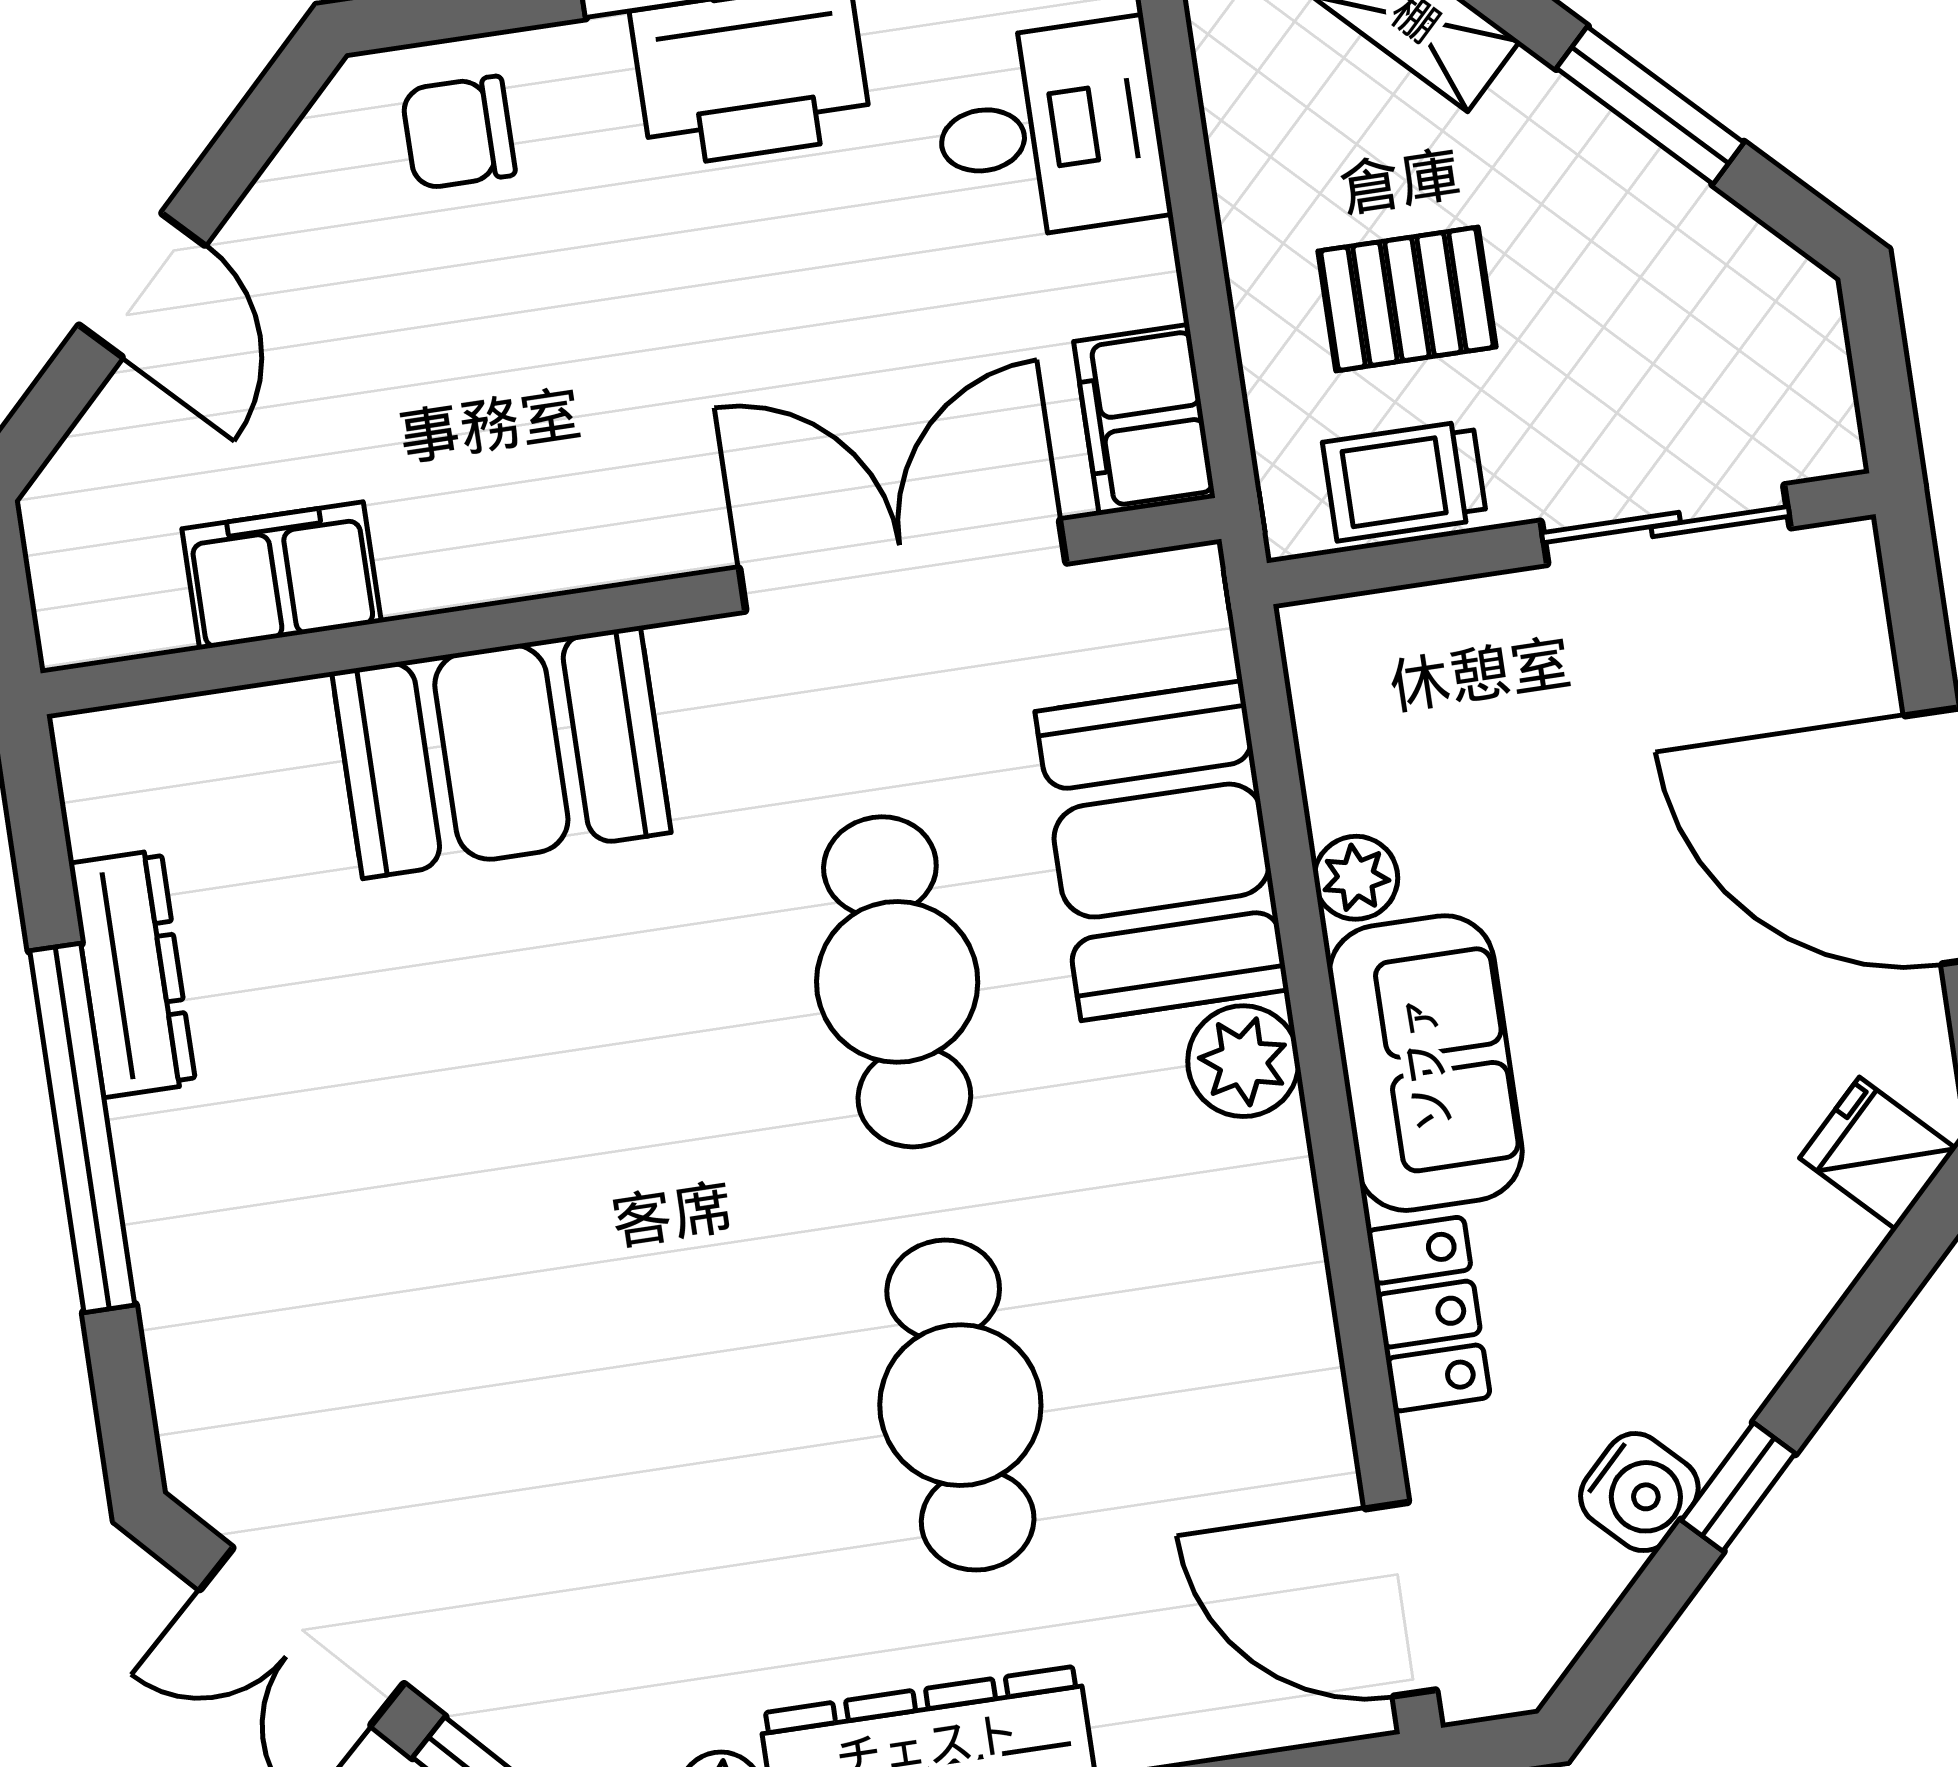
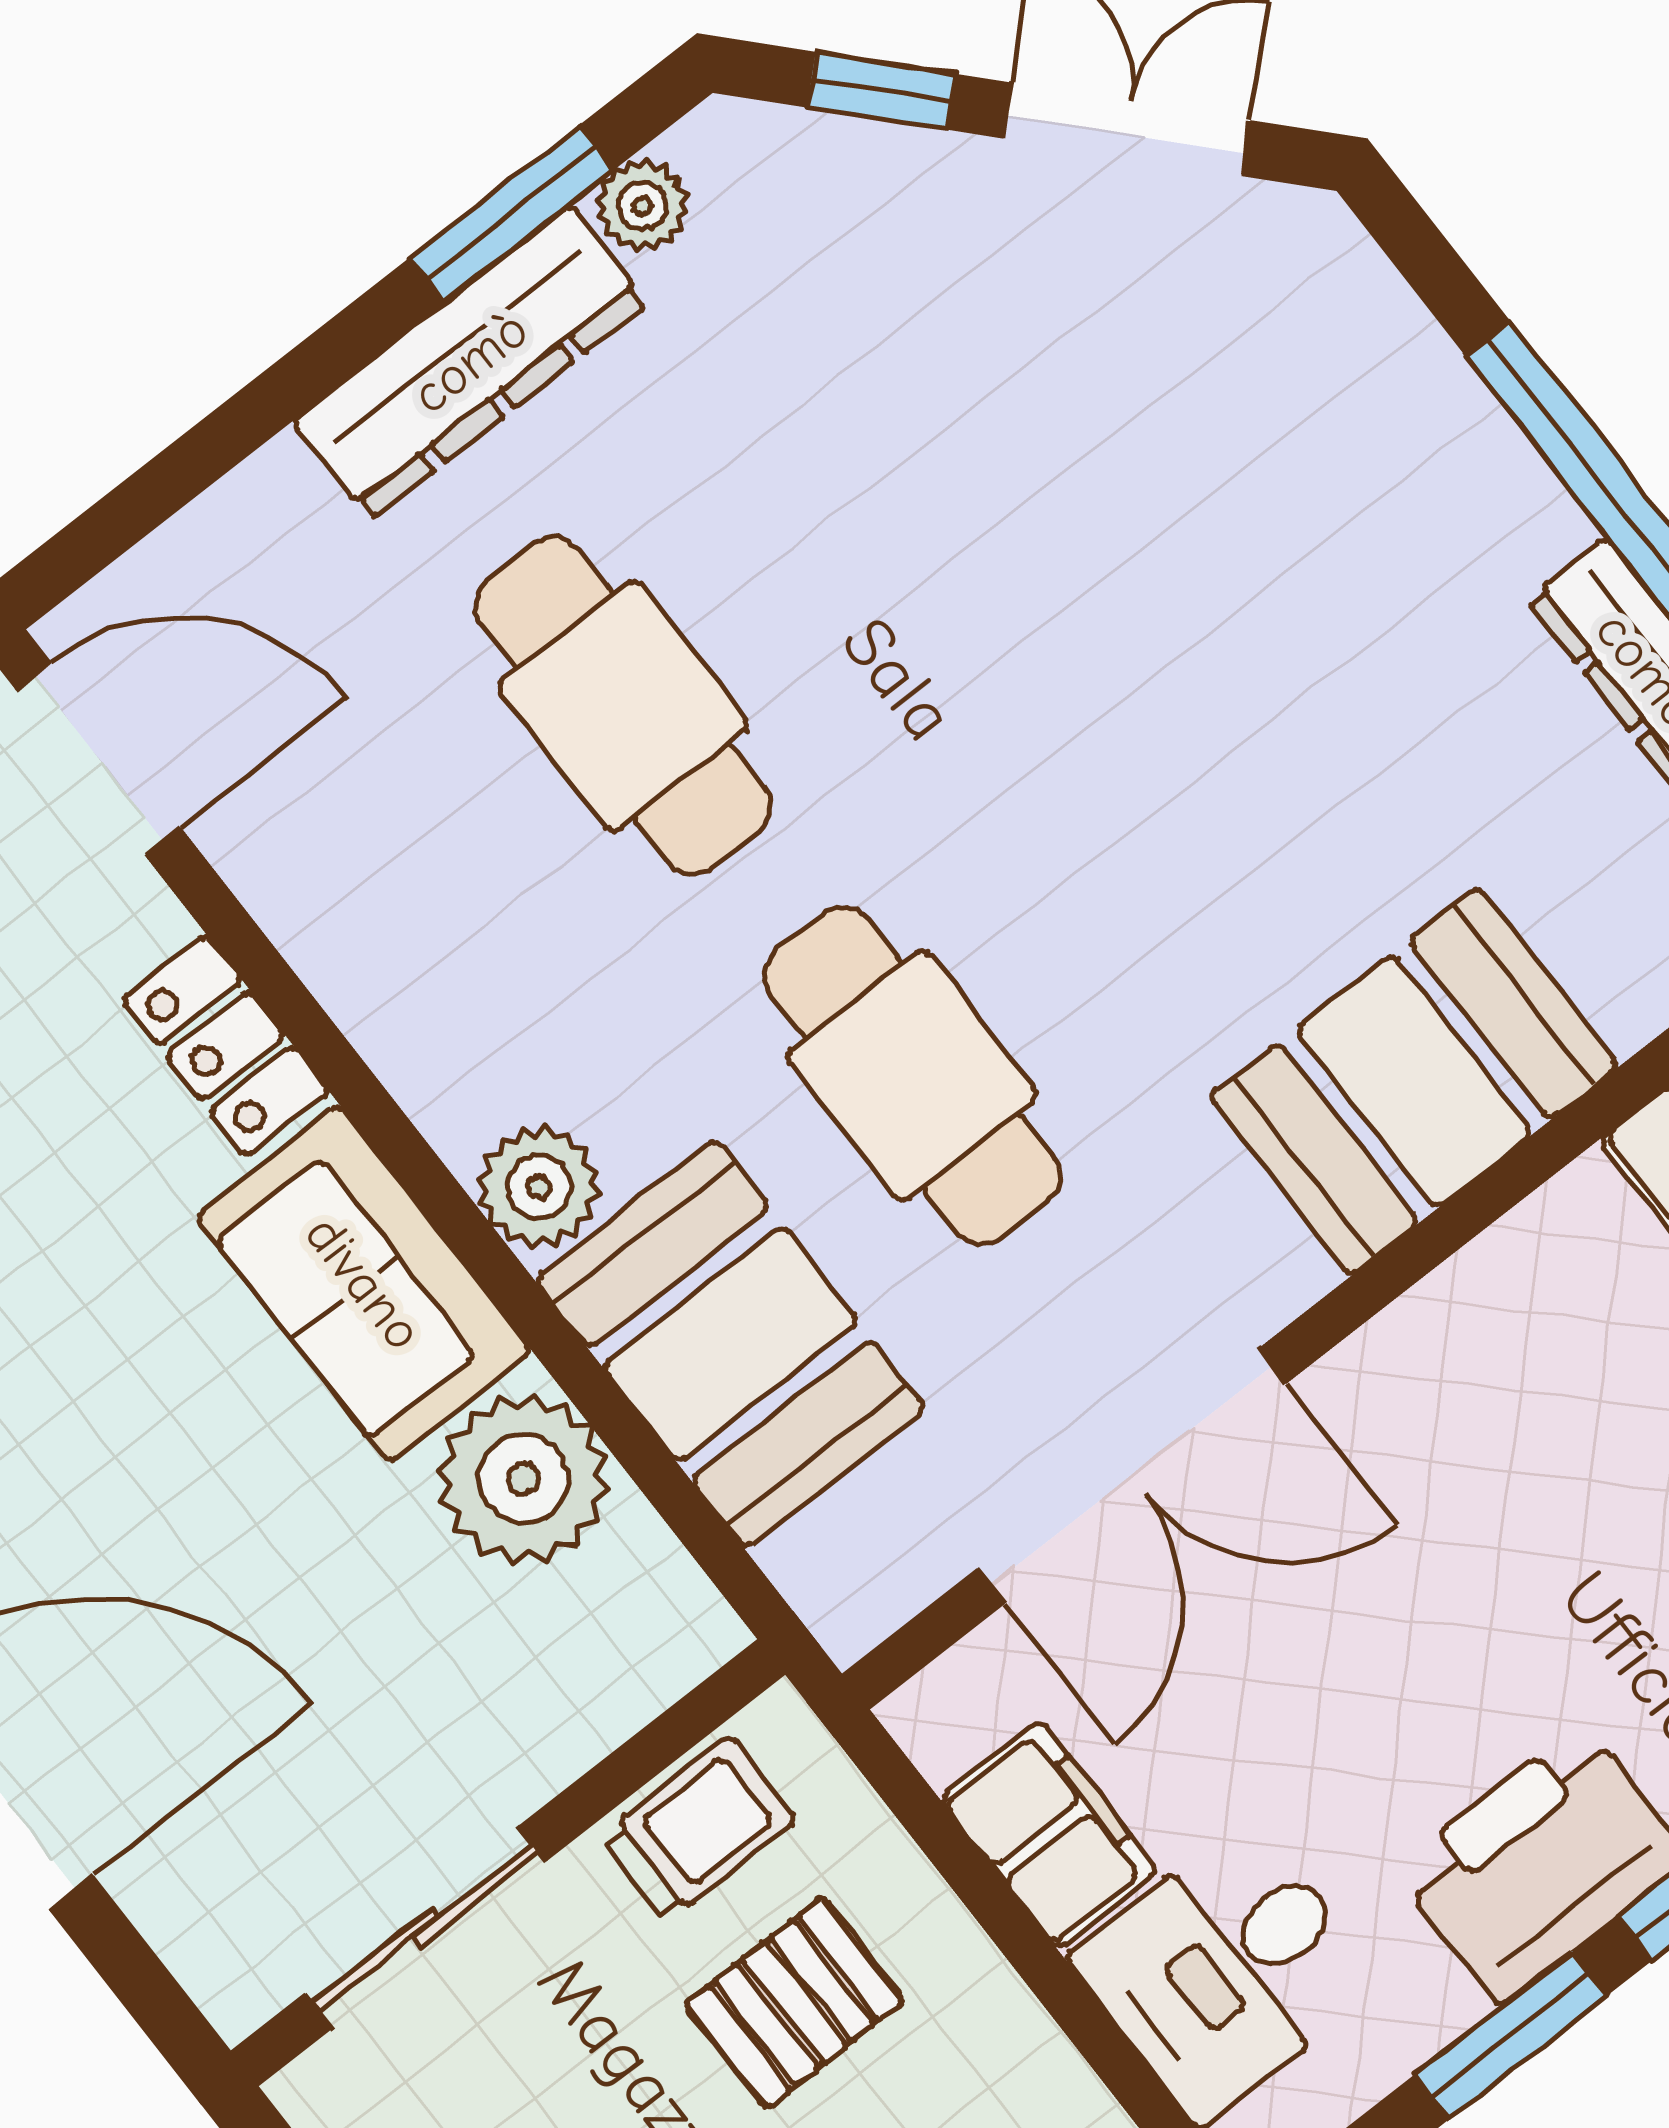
filing cabinet: (1144, 420) -> (1049, 1834), moved
plant: (1356, 878) -> (523, 1479), width x1.87, depth x1.87

